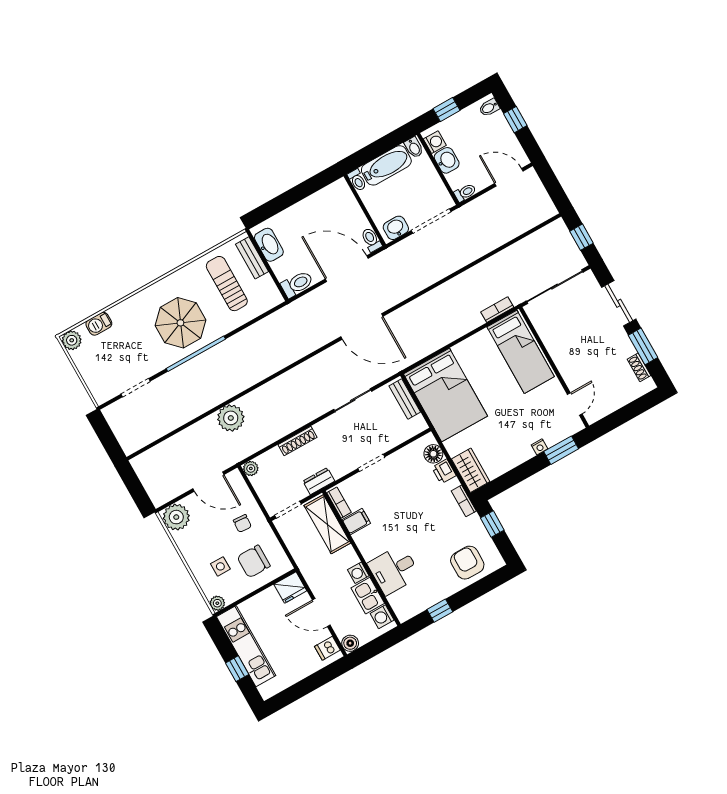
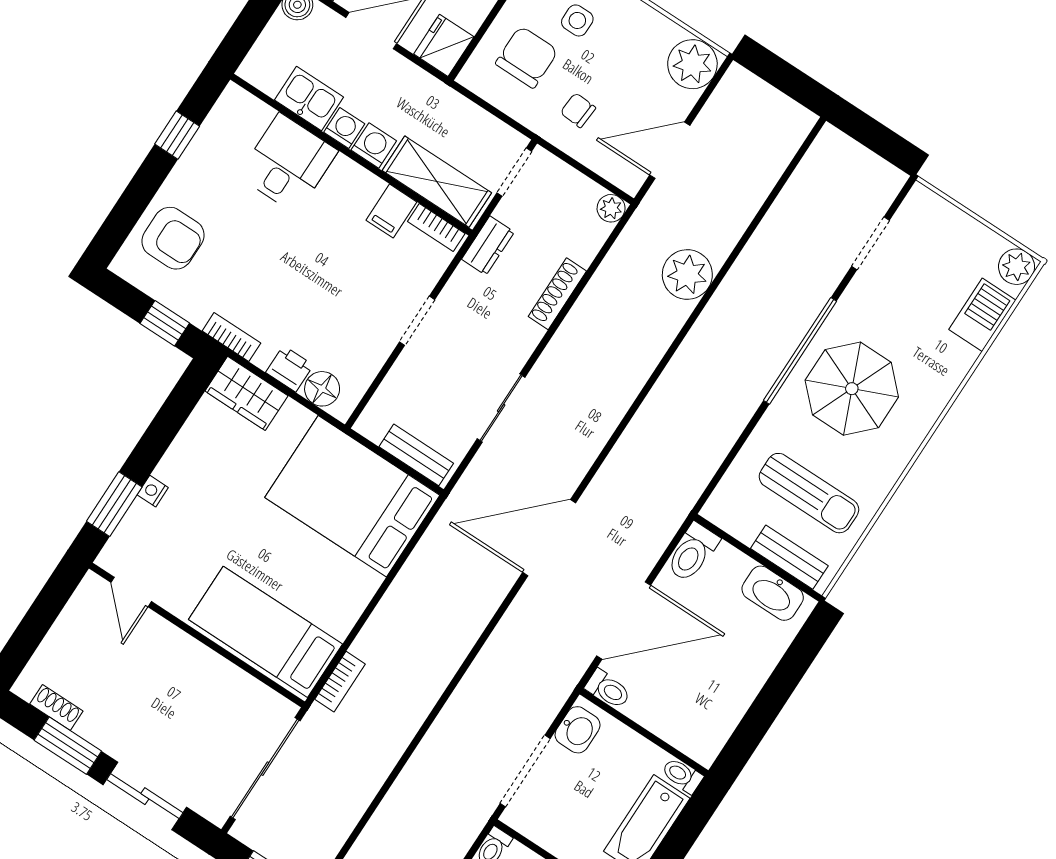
barbecue: (99, 324) -> (982, 315), width x1.38, depth x1.27
washing machine: (382, 617) -> (374, 145), moved

